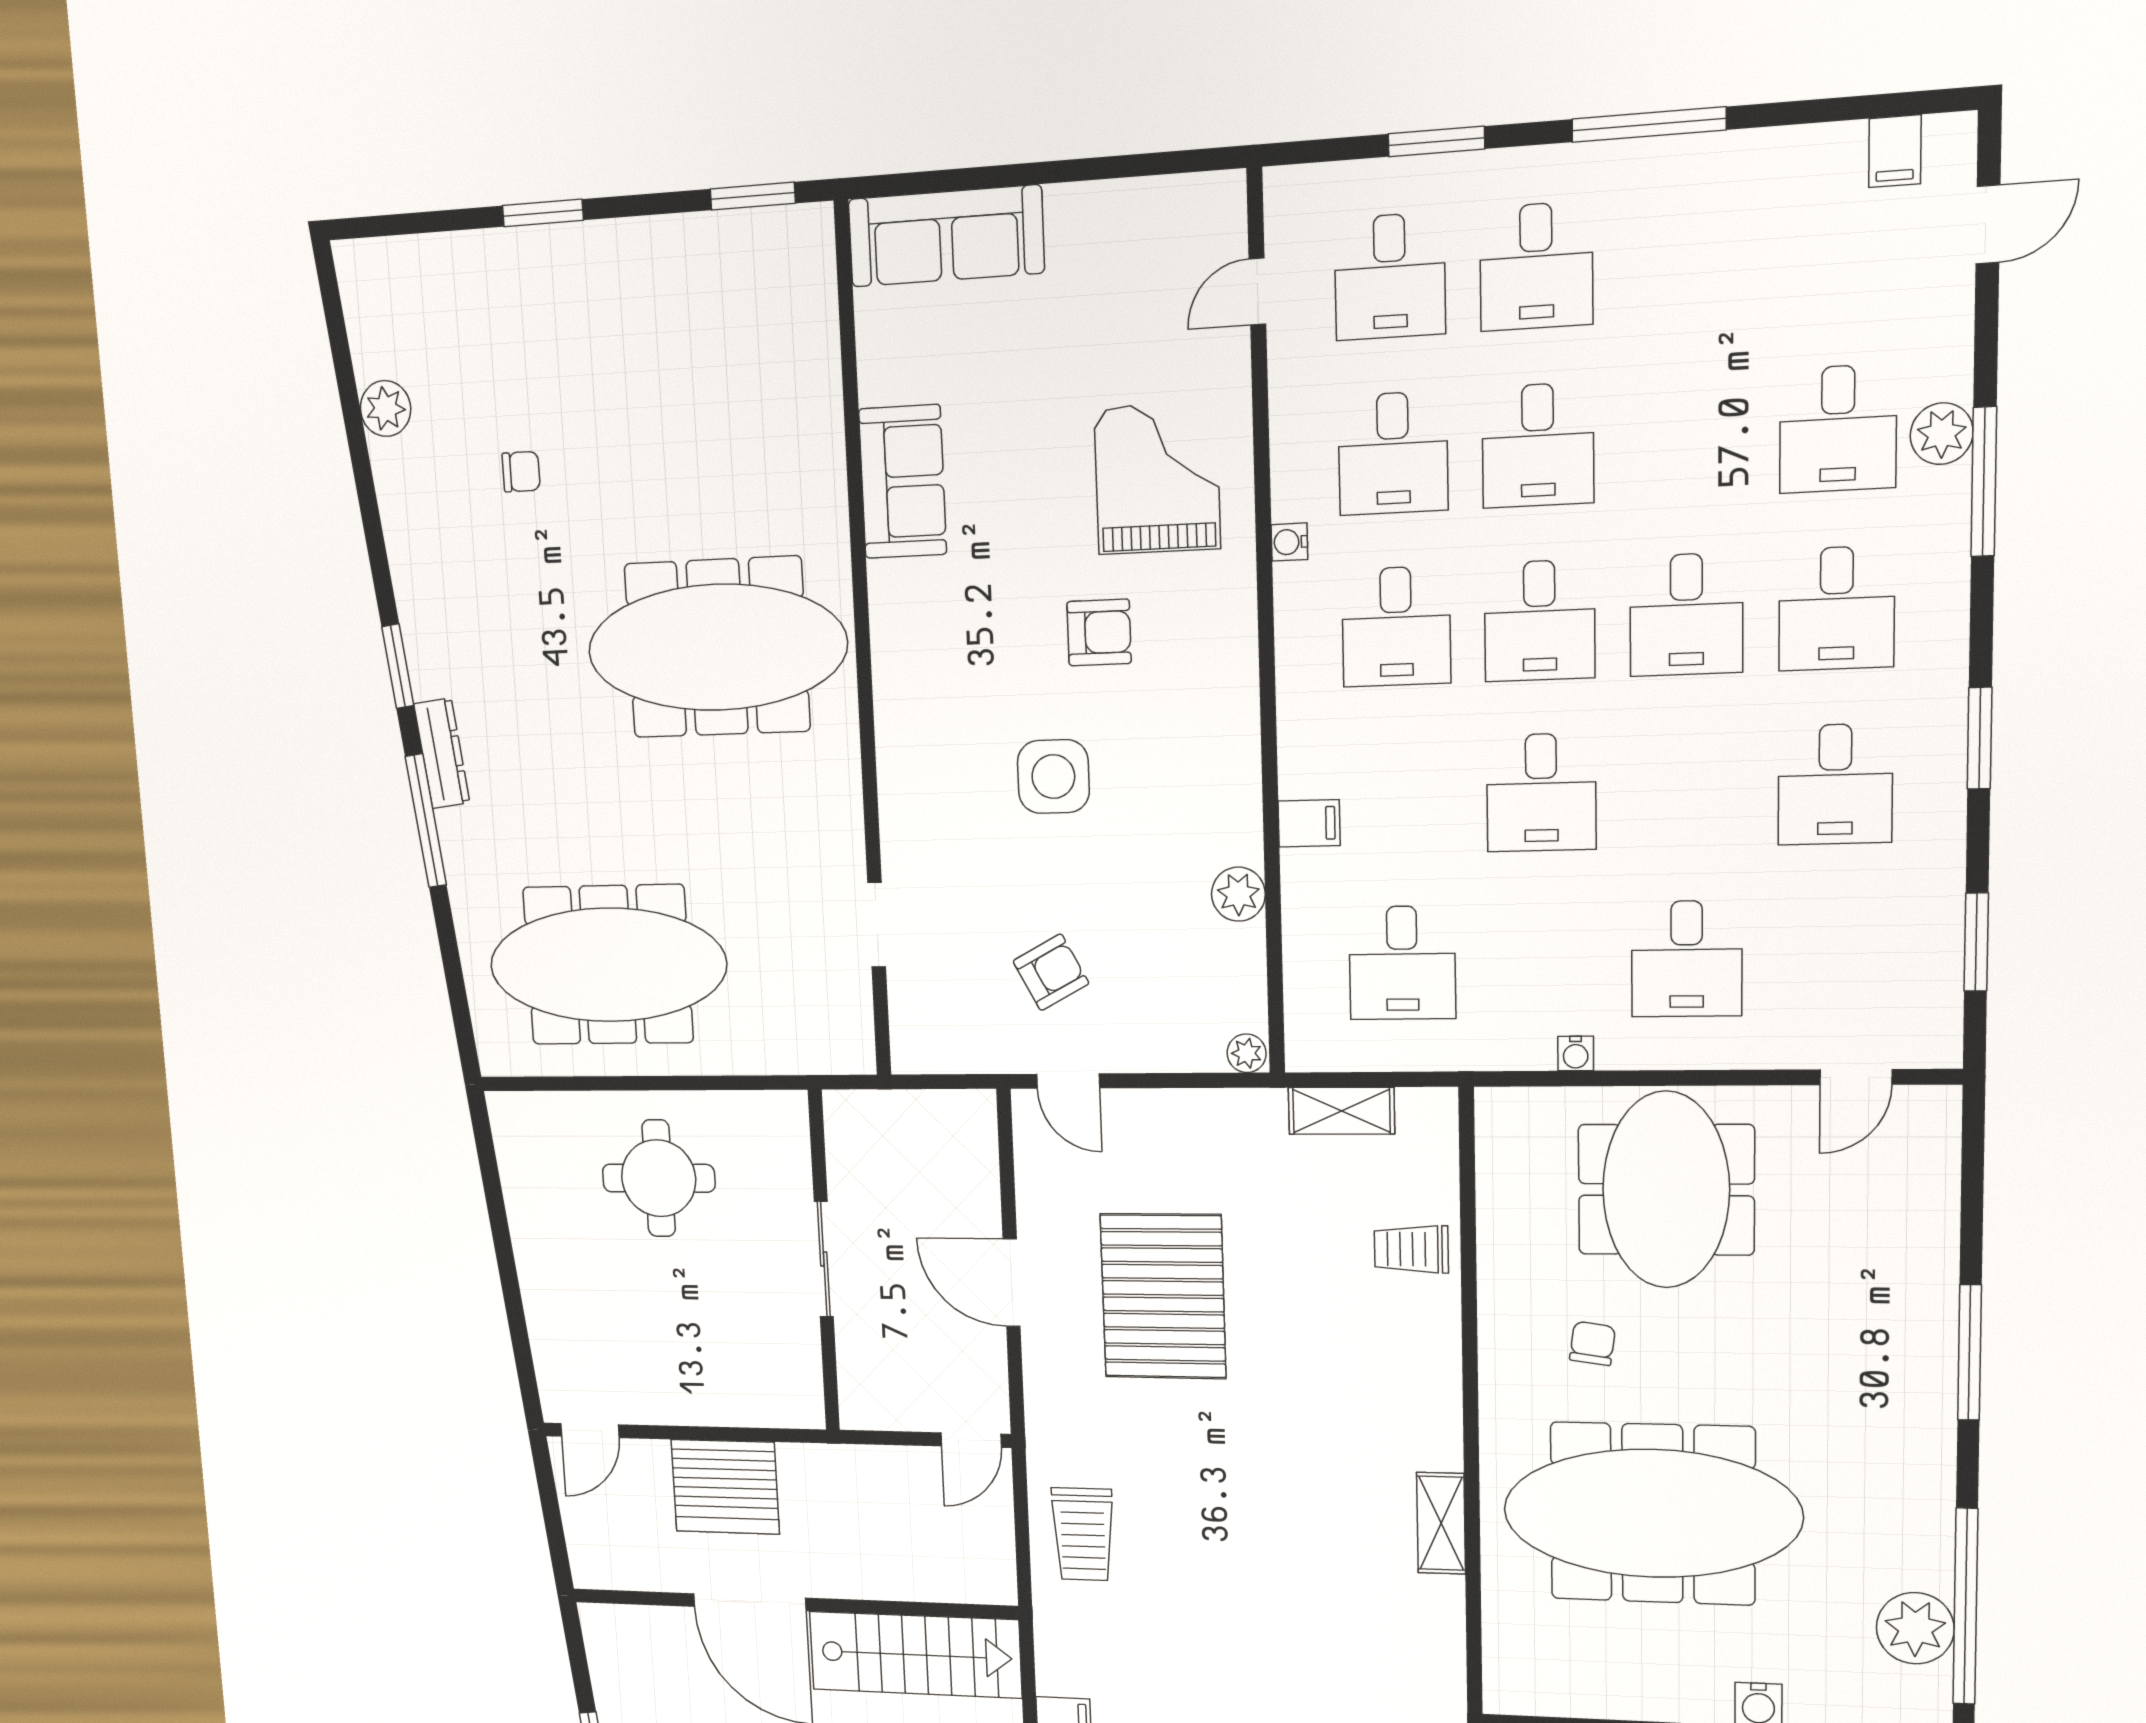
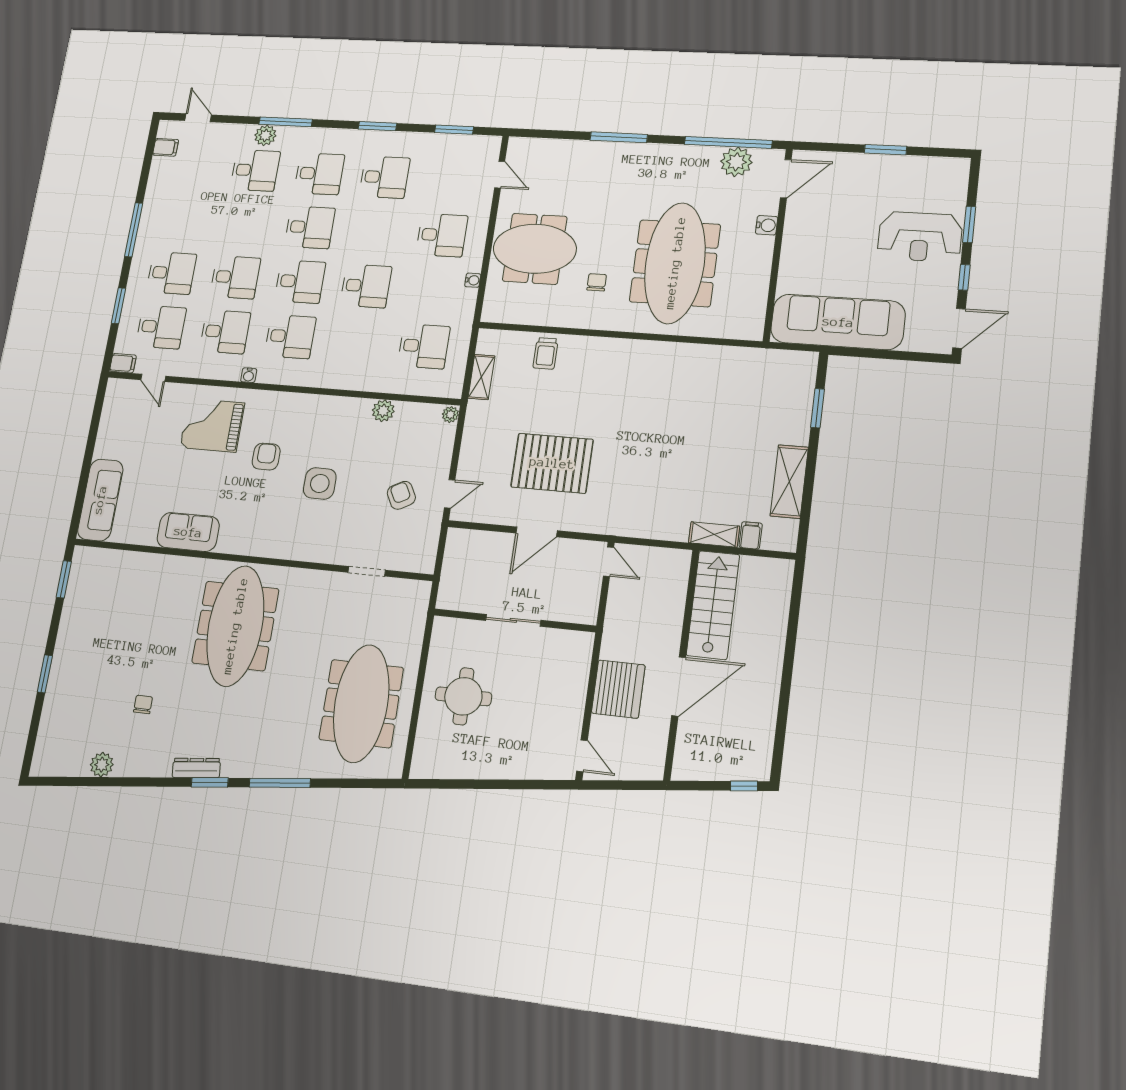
dresser: (442, 753) -> (196, 768), moved
filing cabinet: (1309, 823) -> (123, 363), moved, turned 90
chair: (1592, 1343) -> (597, 282), turned 82
shelving: (1441, 1523) -> (714, 534), moved
trolley: (1083, 1534) -> (660, 514), removed

